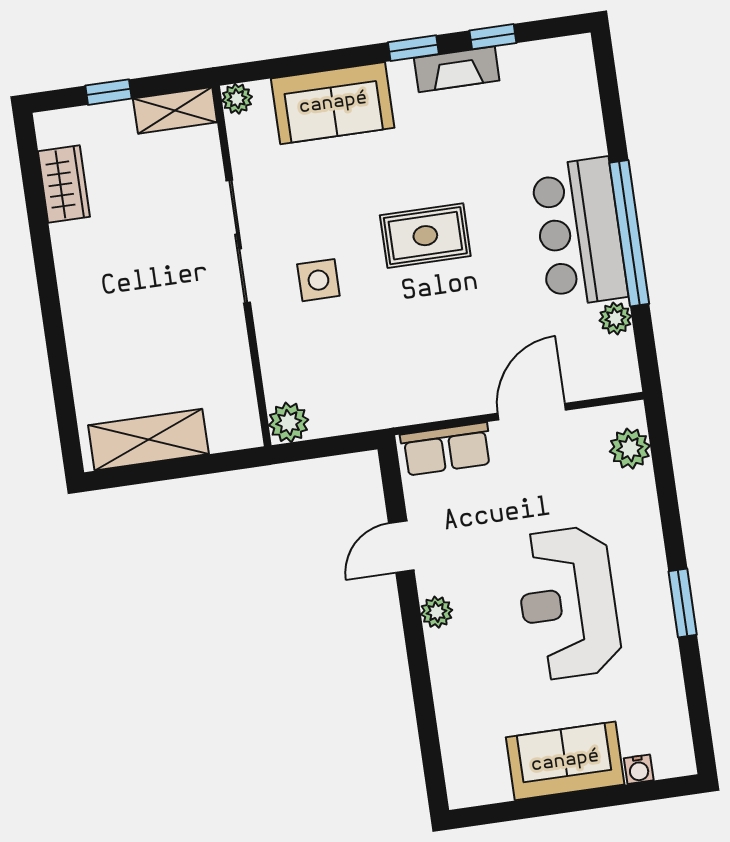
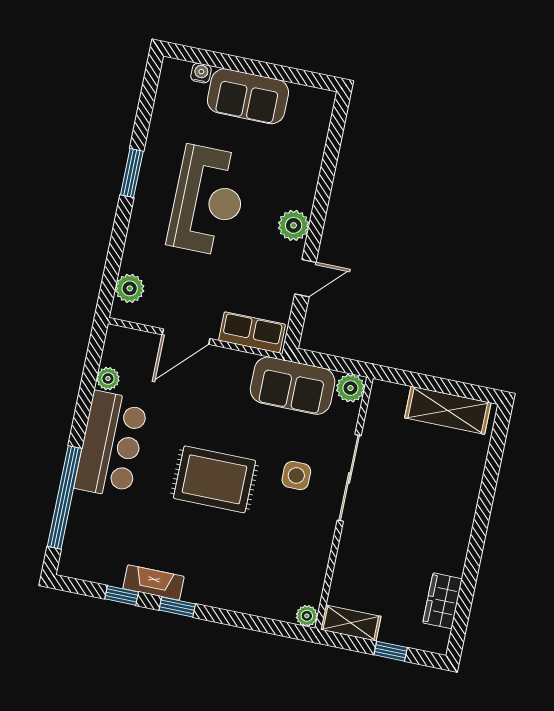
sofa: (333, 103) -> (293, 386), moved, turned 180
window: (629, 233) -> (65, 497), moved
rug: (425, 236) -> (214, 479), width x1.36, depth x1.43
sliding door: (238, 241) -> (349, 478), moved
plant: (437, 612) -> (294, 225), width x1.38, depth x1.38

